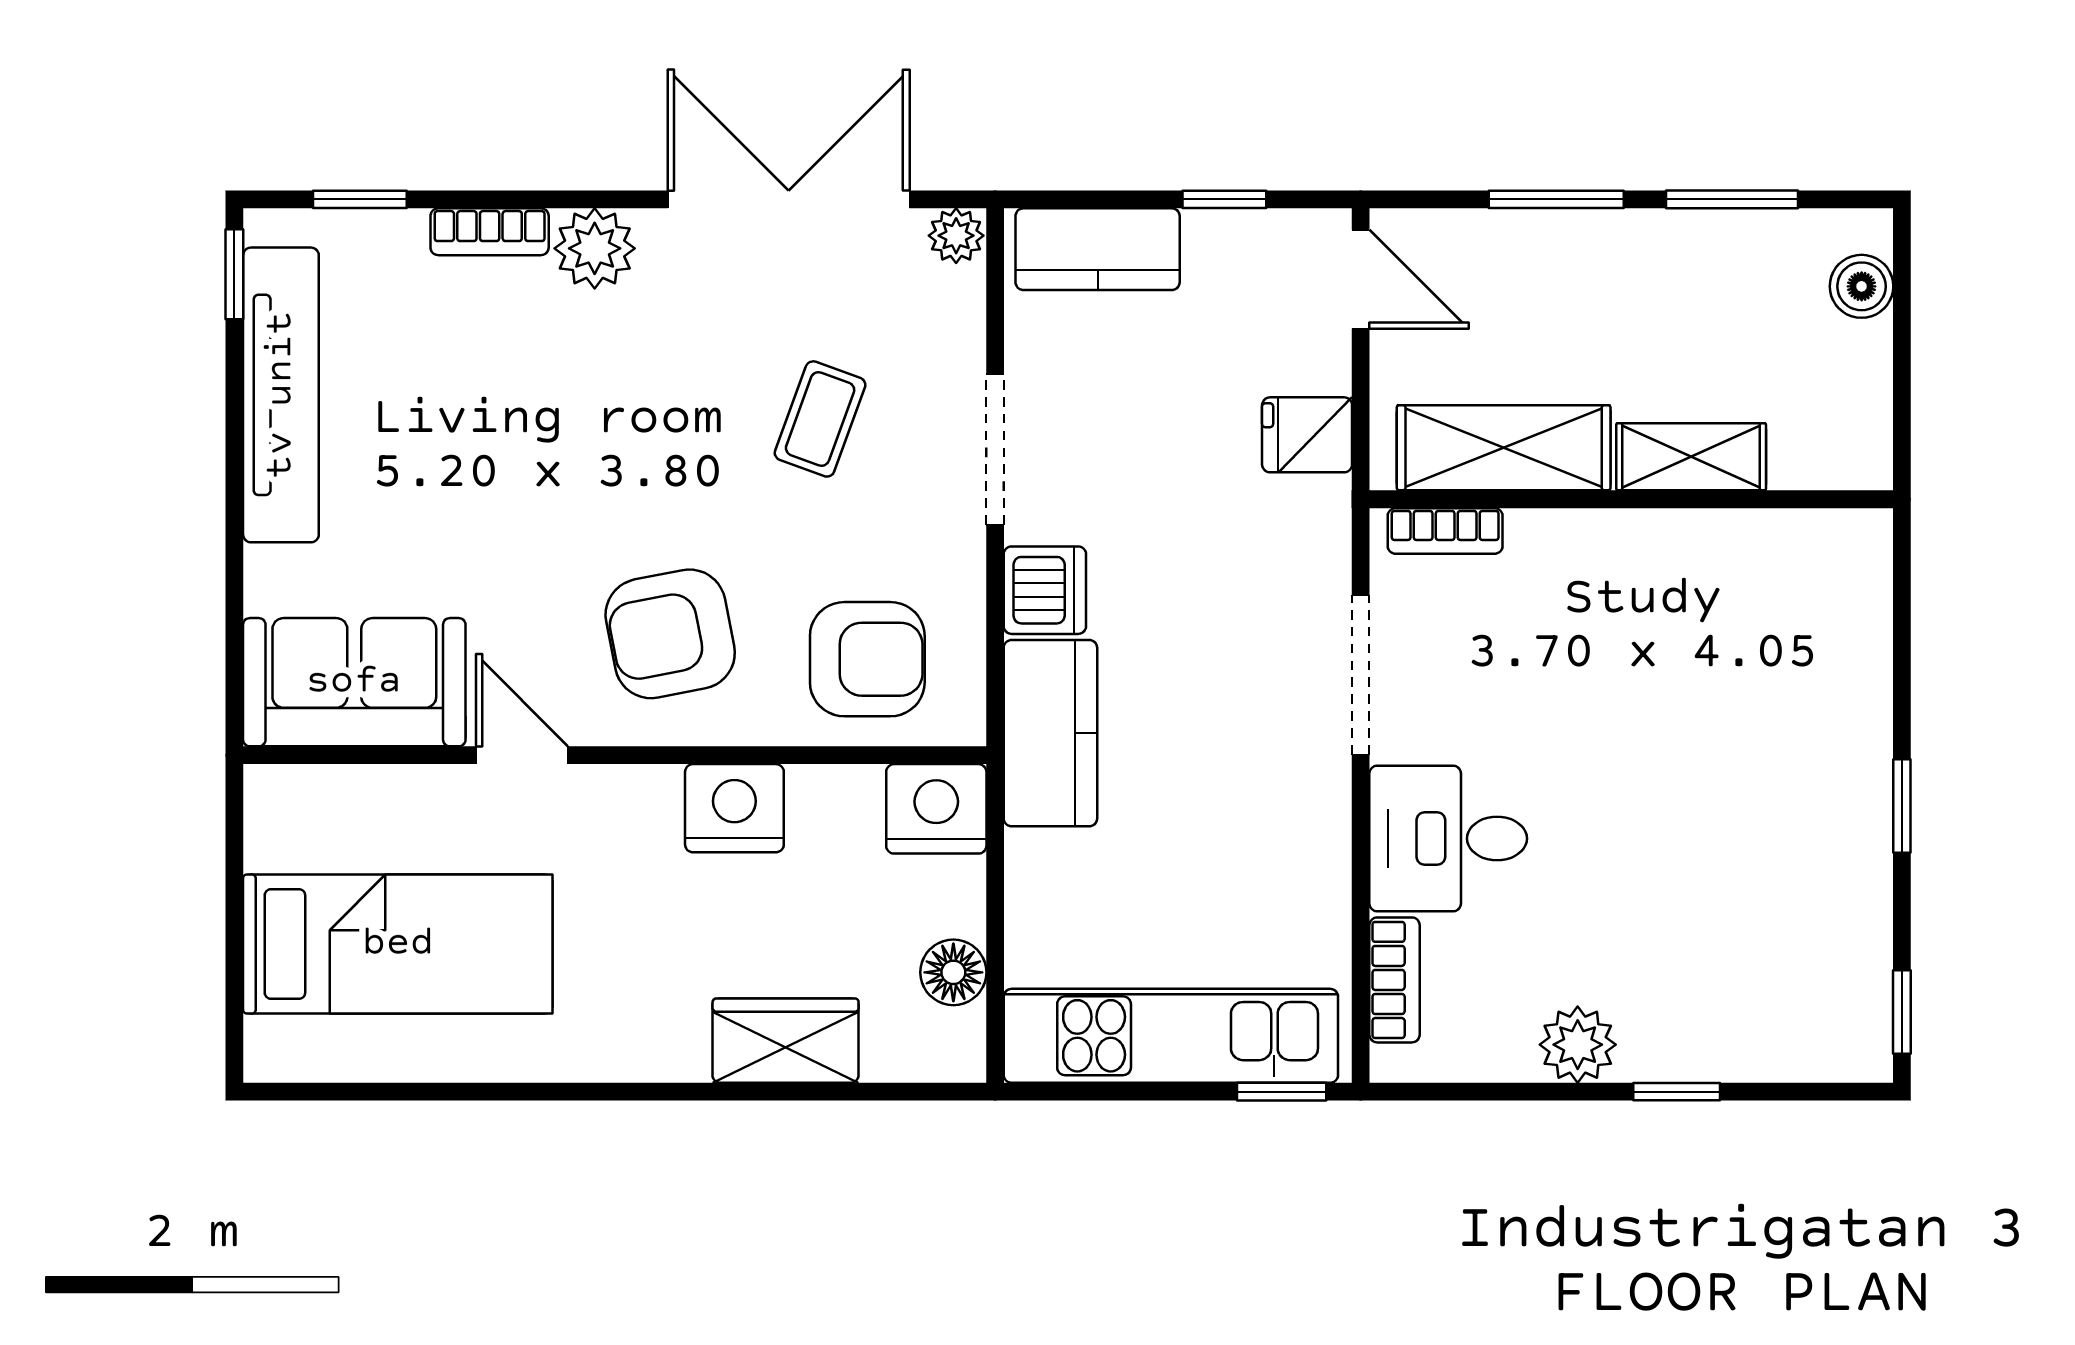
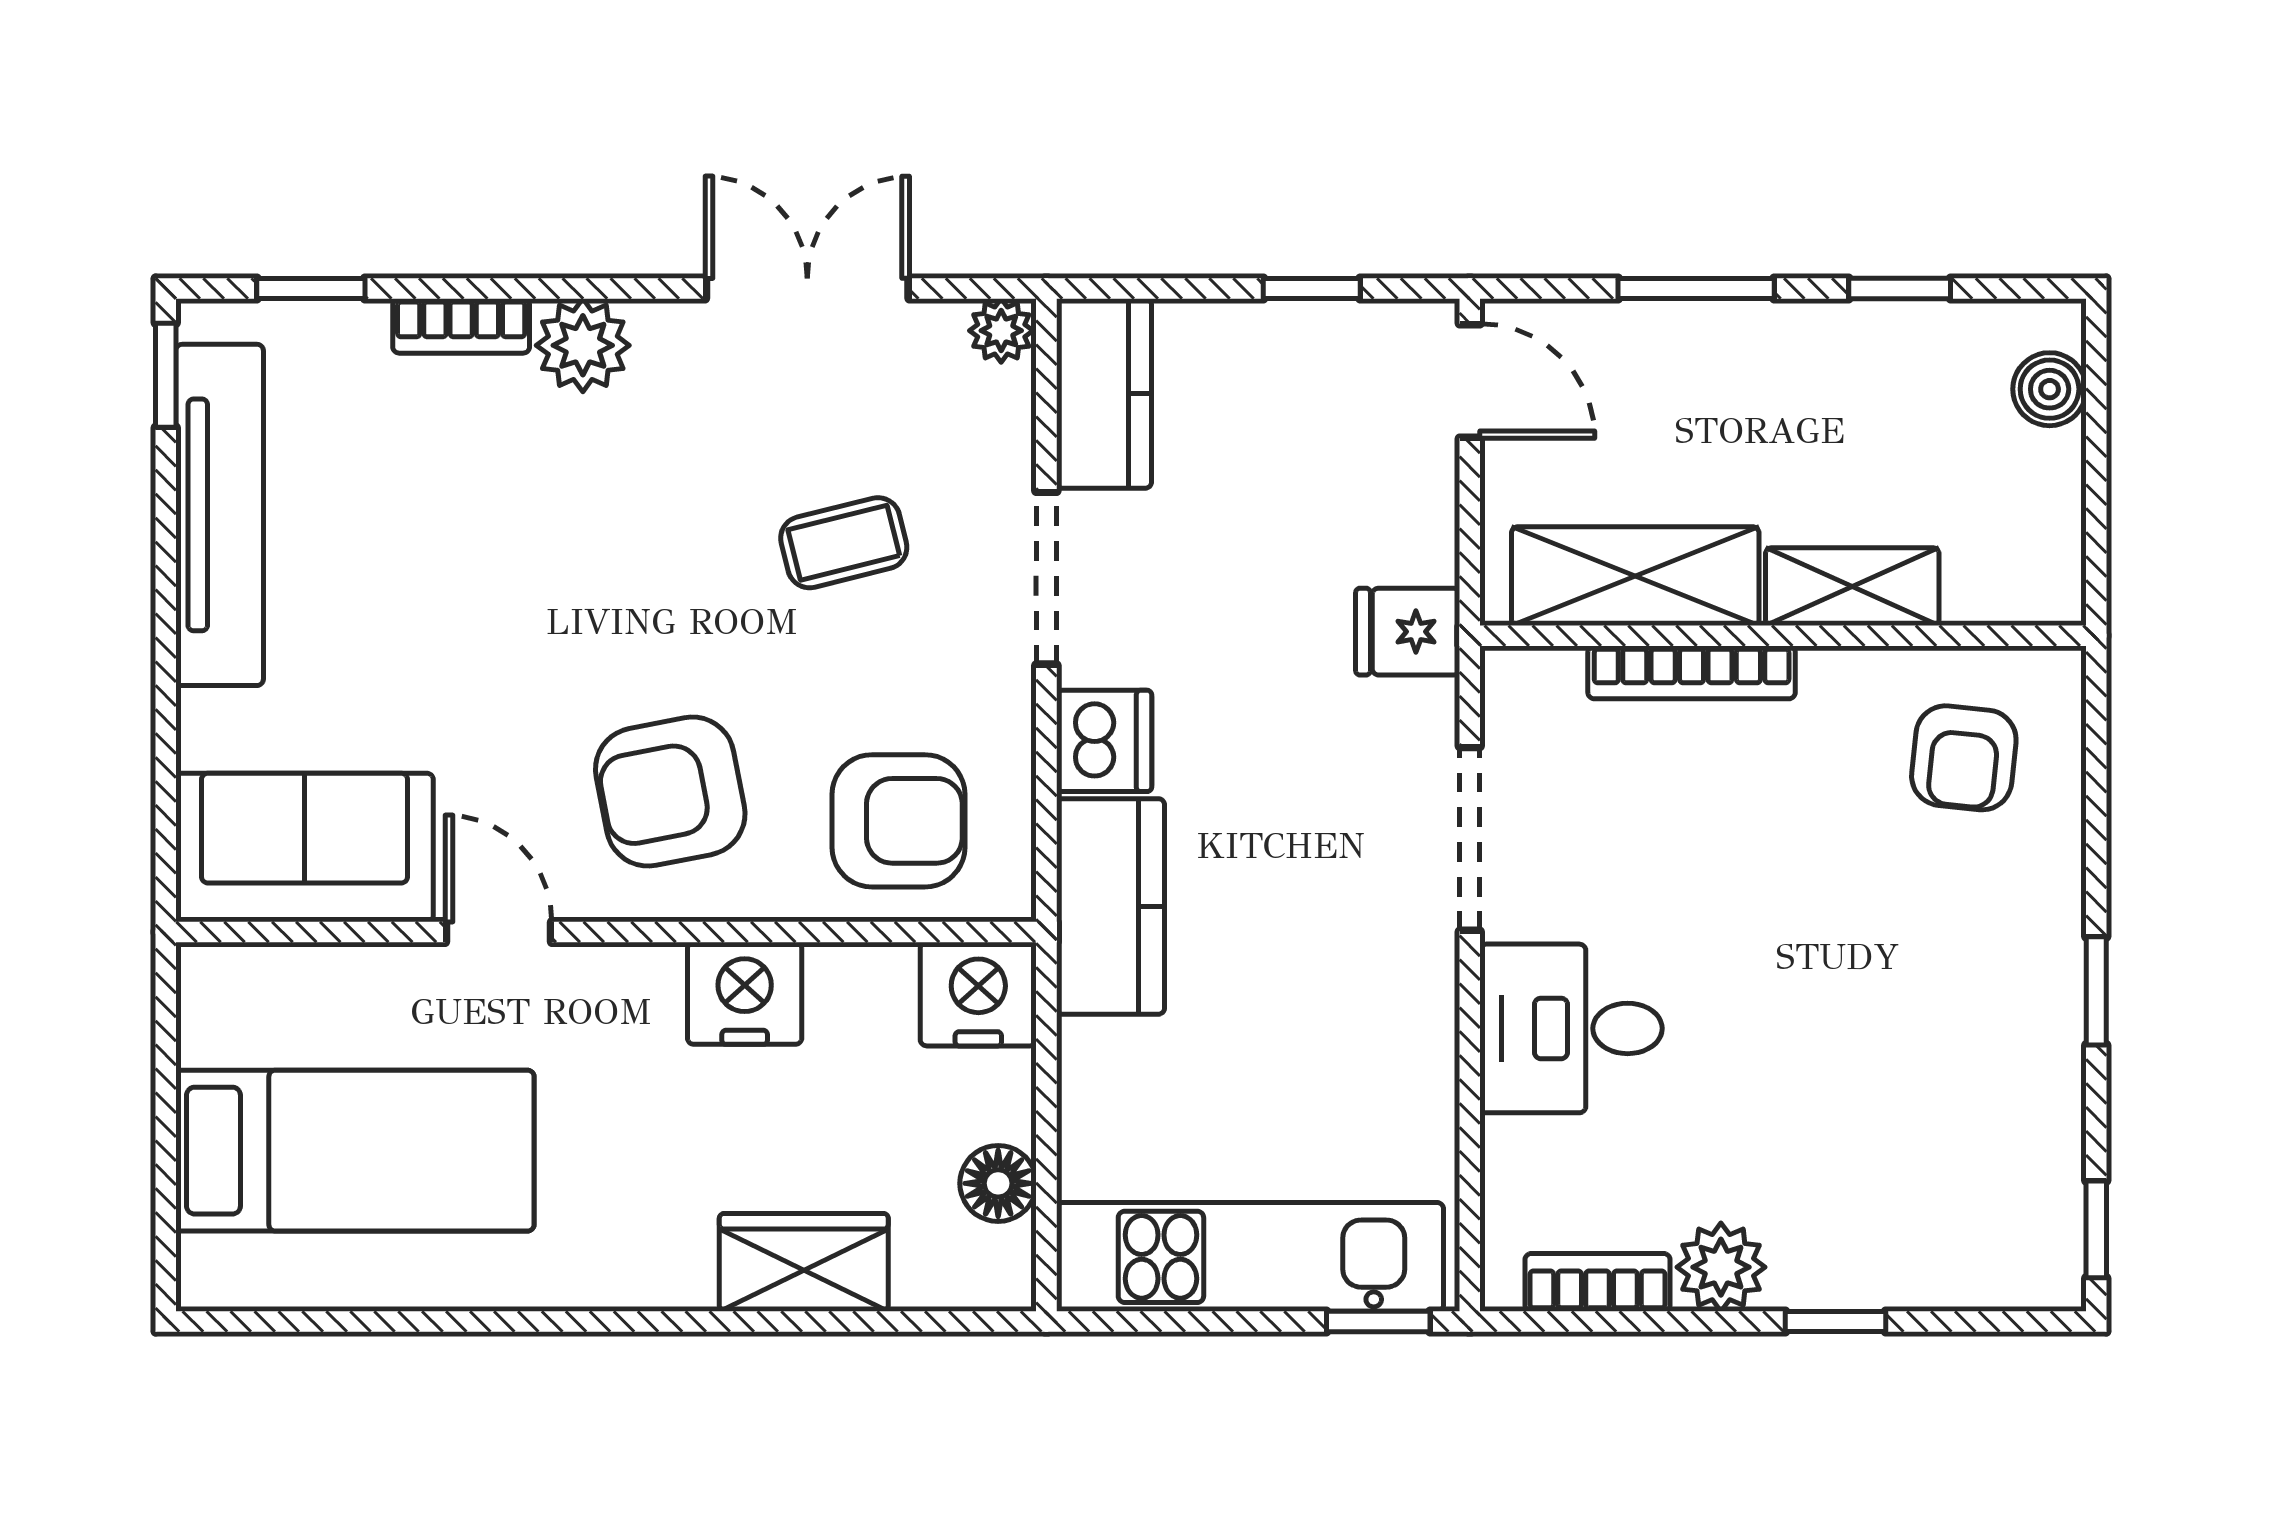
double door: (789, 199) -> (807, 288), width x0.73
window: (1732, 199) -> (1900, 288), width x0.67
kitchen counter: (1098, 249) -> (1104, 394), moved, turned -90
coffee table: (820, 419) -> (844, 543), turned 56
fridge: (1307, 435) -> (1408, 632), moved
bookcase: (1445, 531) -> (1692, 672), moved, width x1.56
armchair: (1787, 605) -> (1964, 758), added
bookcase: (1395, 980) -> (1598, 1282), moved, turned -90

